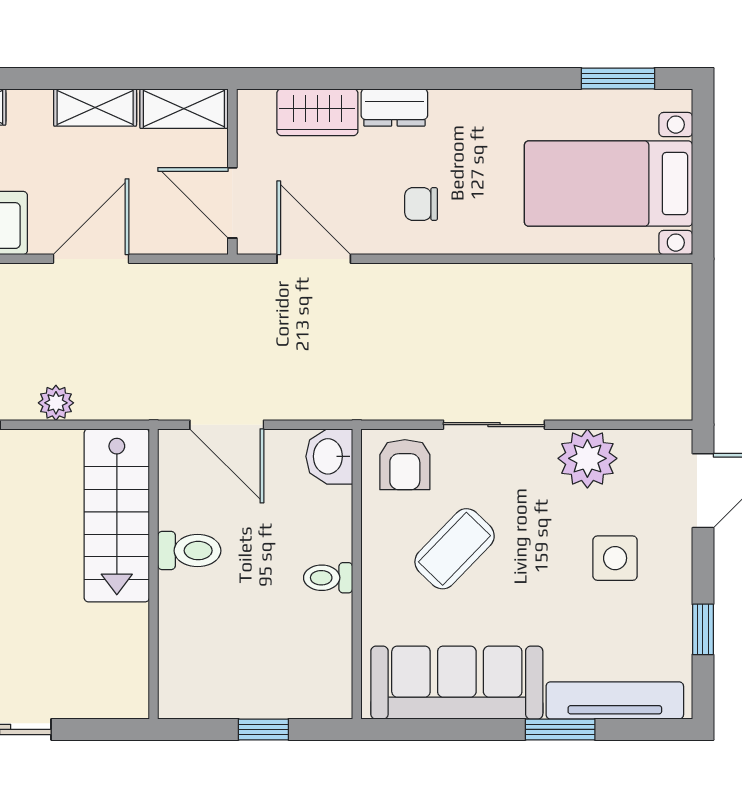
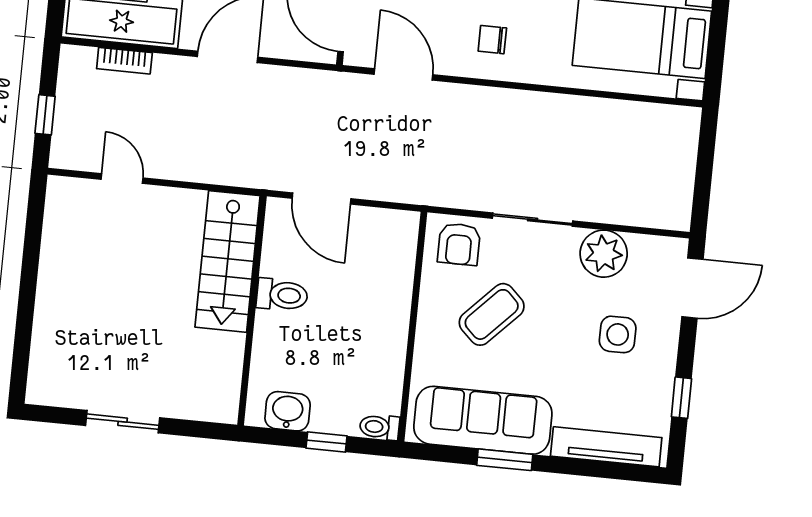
plant: (56, 403) -> (188, 168), removed
washbasin: (329, 456) -> (288, 411), moved, turned 90
toilet: (328, 578) -> (380, 427), moved
window: (560, 729) -> (505, 460), moved

